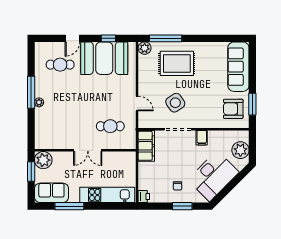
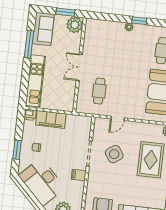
window: (31, 92) -> (139, 21), width x0.46
filing cabinet: (146, 146) -> (51, 119), moved

